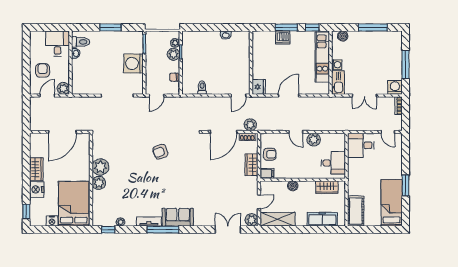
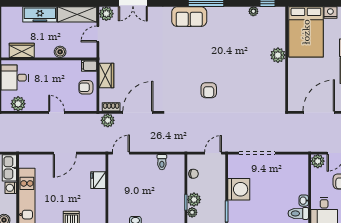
fridge: (259, 87) -> (98, 180), moved
plant: (314, 140) -> (18, 104), moved
armchair: (160, 152) -> (209, 90), turned 109
plant: (100, 167) -> (276, 73), removed
freezer: (322, 219) -> (40, 14), moved
tv unit: (149, 221) -> (222, 12), removed

